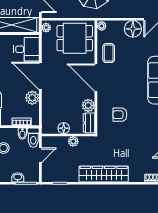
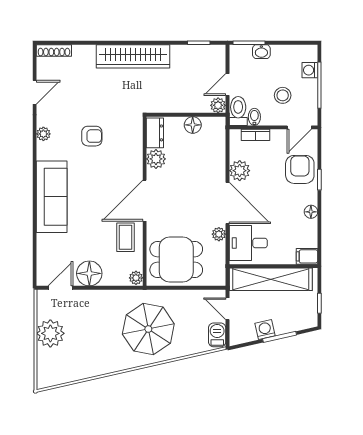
plant: (46, 28) -> (219, 234), moved
door: (96, 78) -> (145, 201), swing flipped
armchair: (120, 115) -> (92, 136), moved
plant: (73, 141) -> (218, 105), moved

